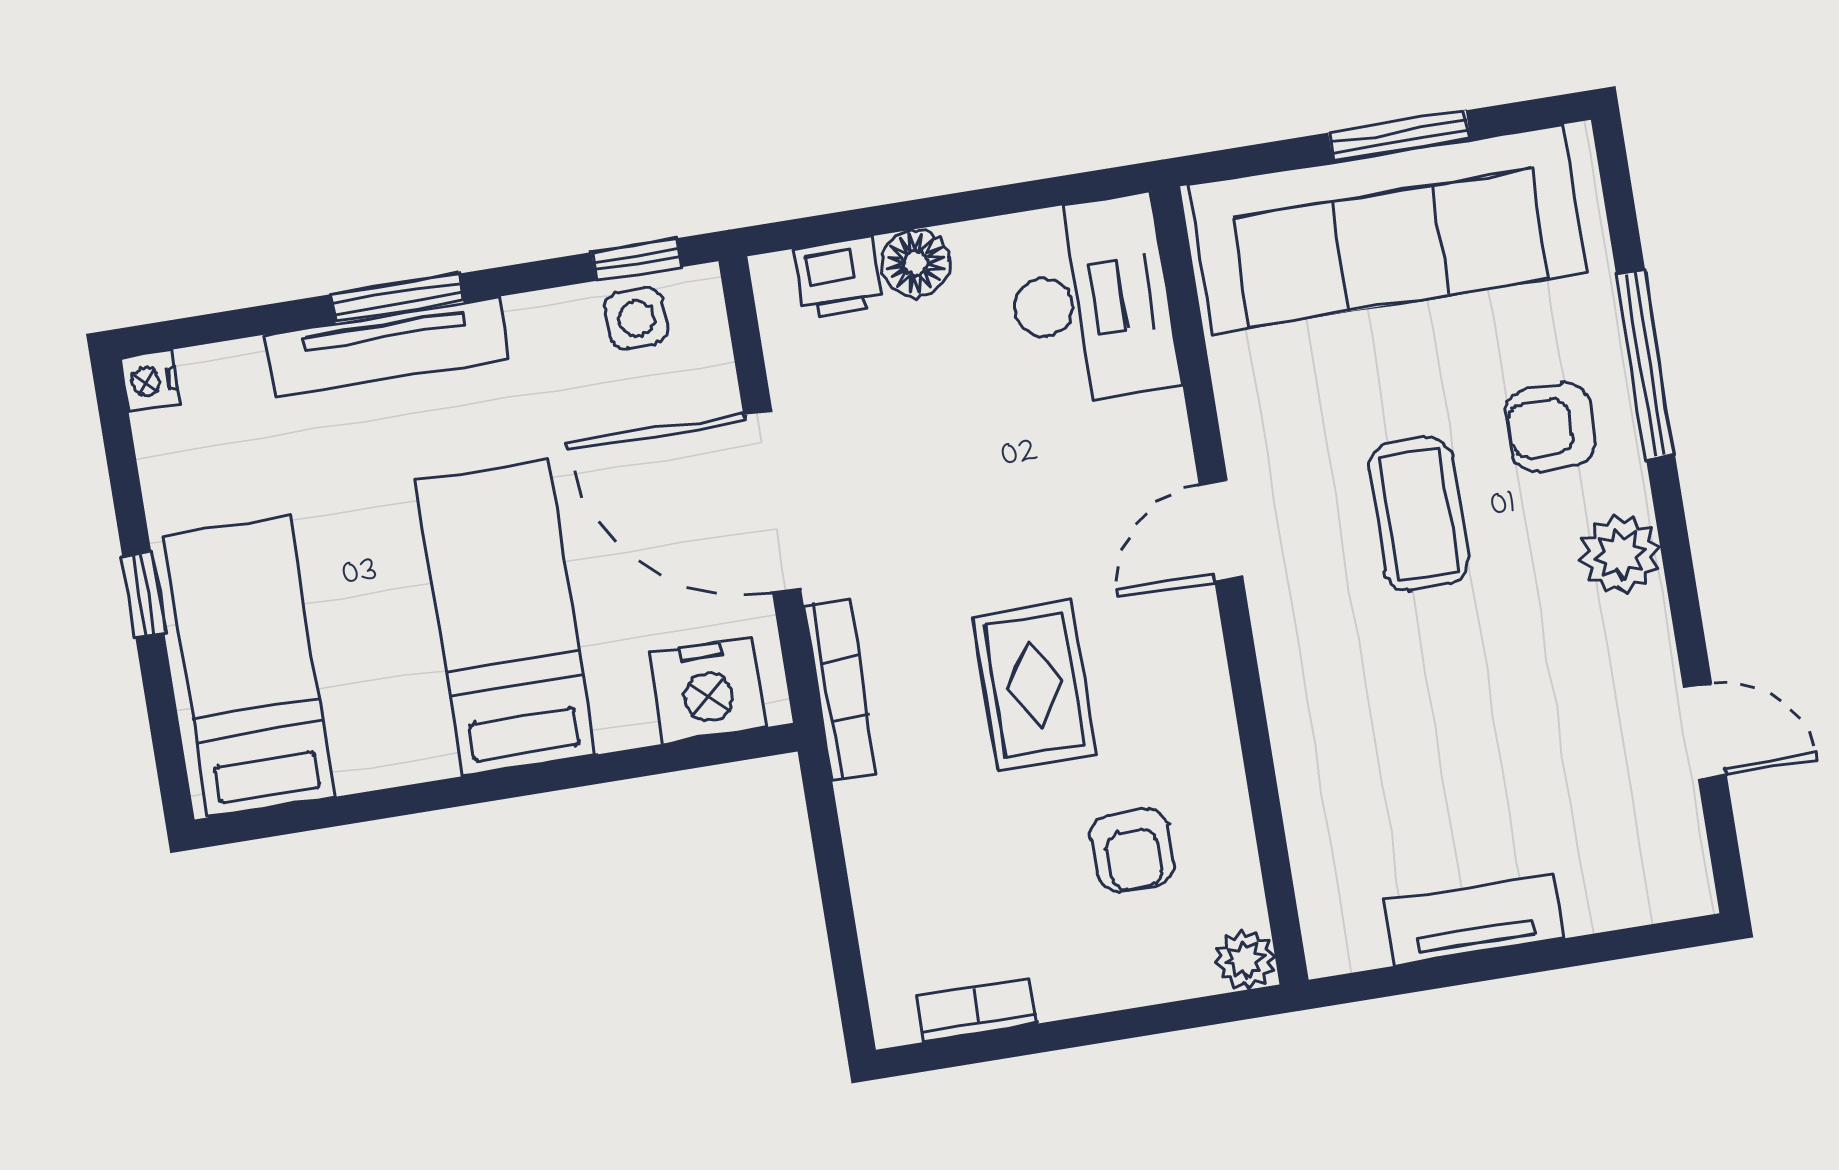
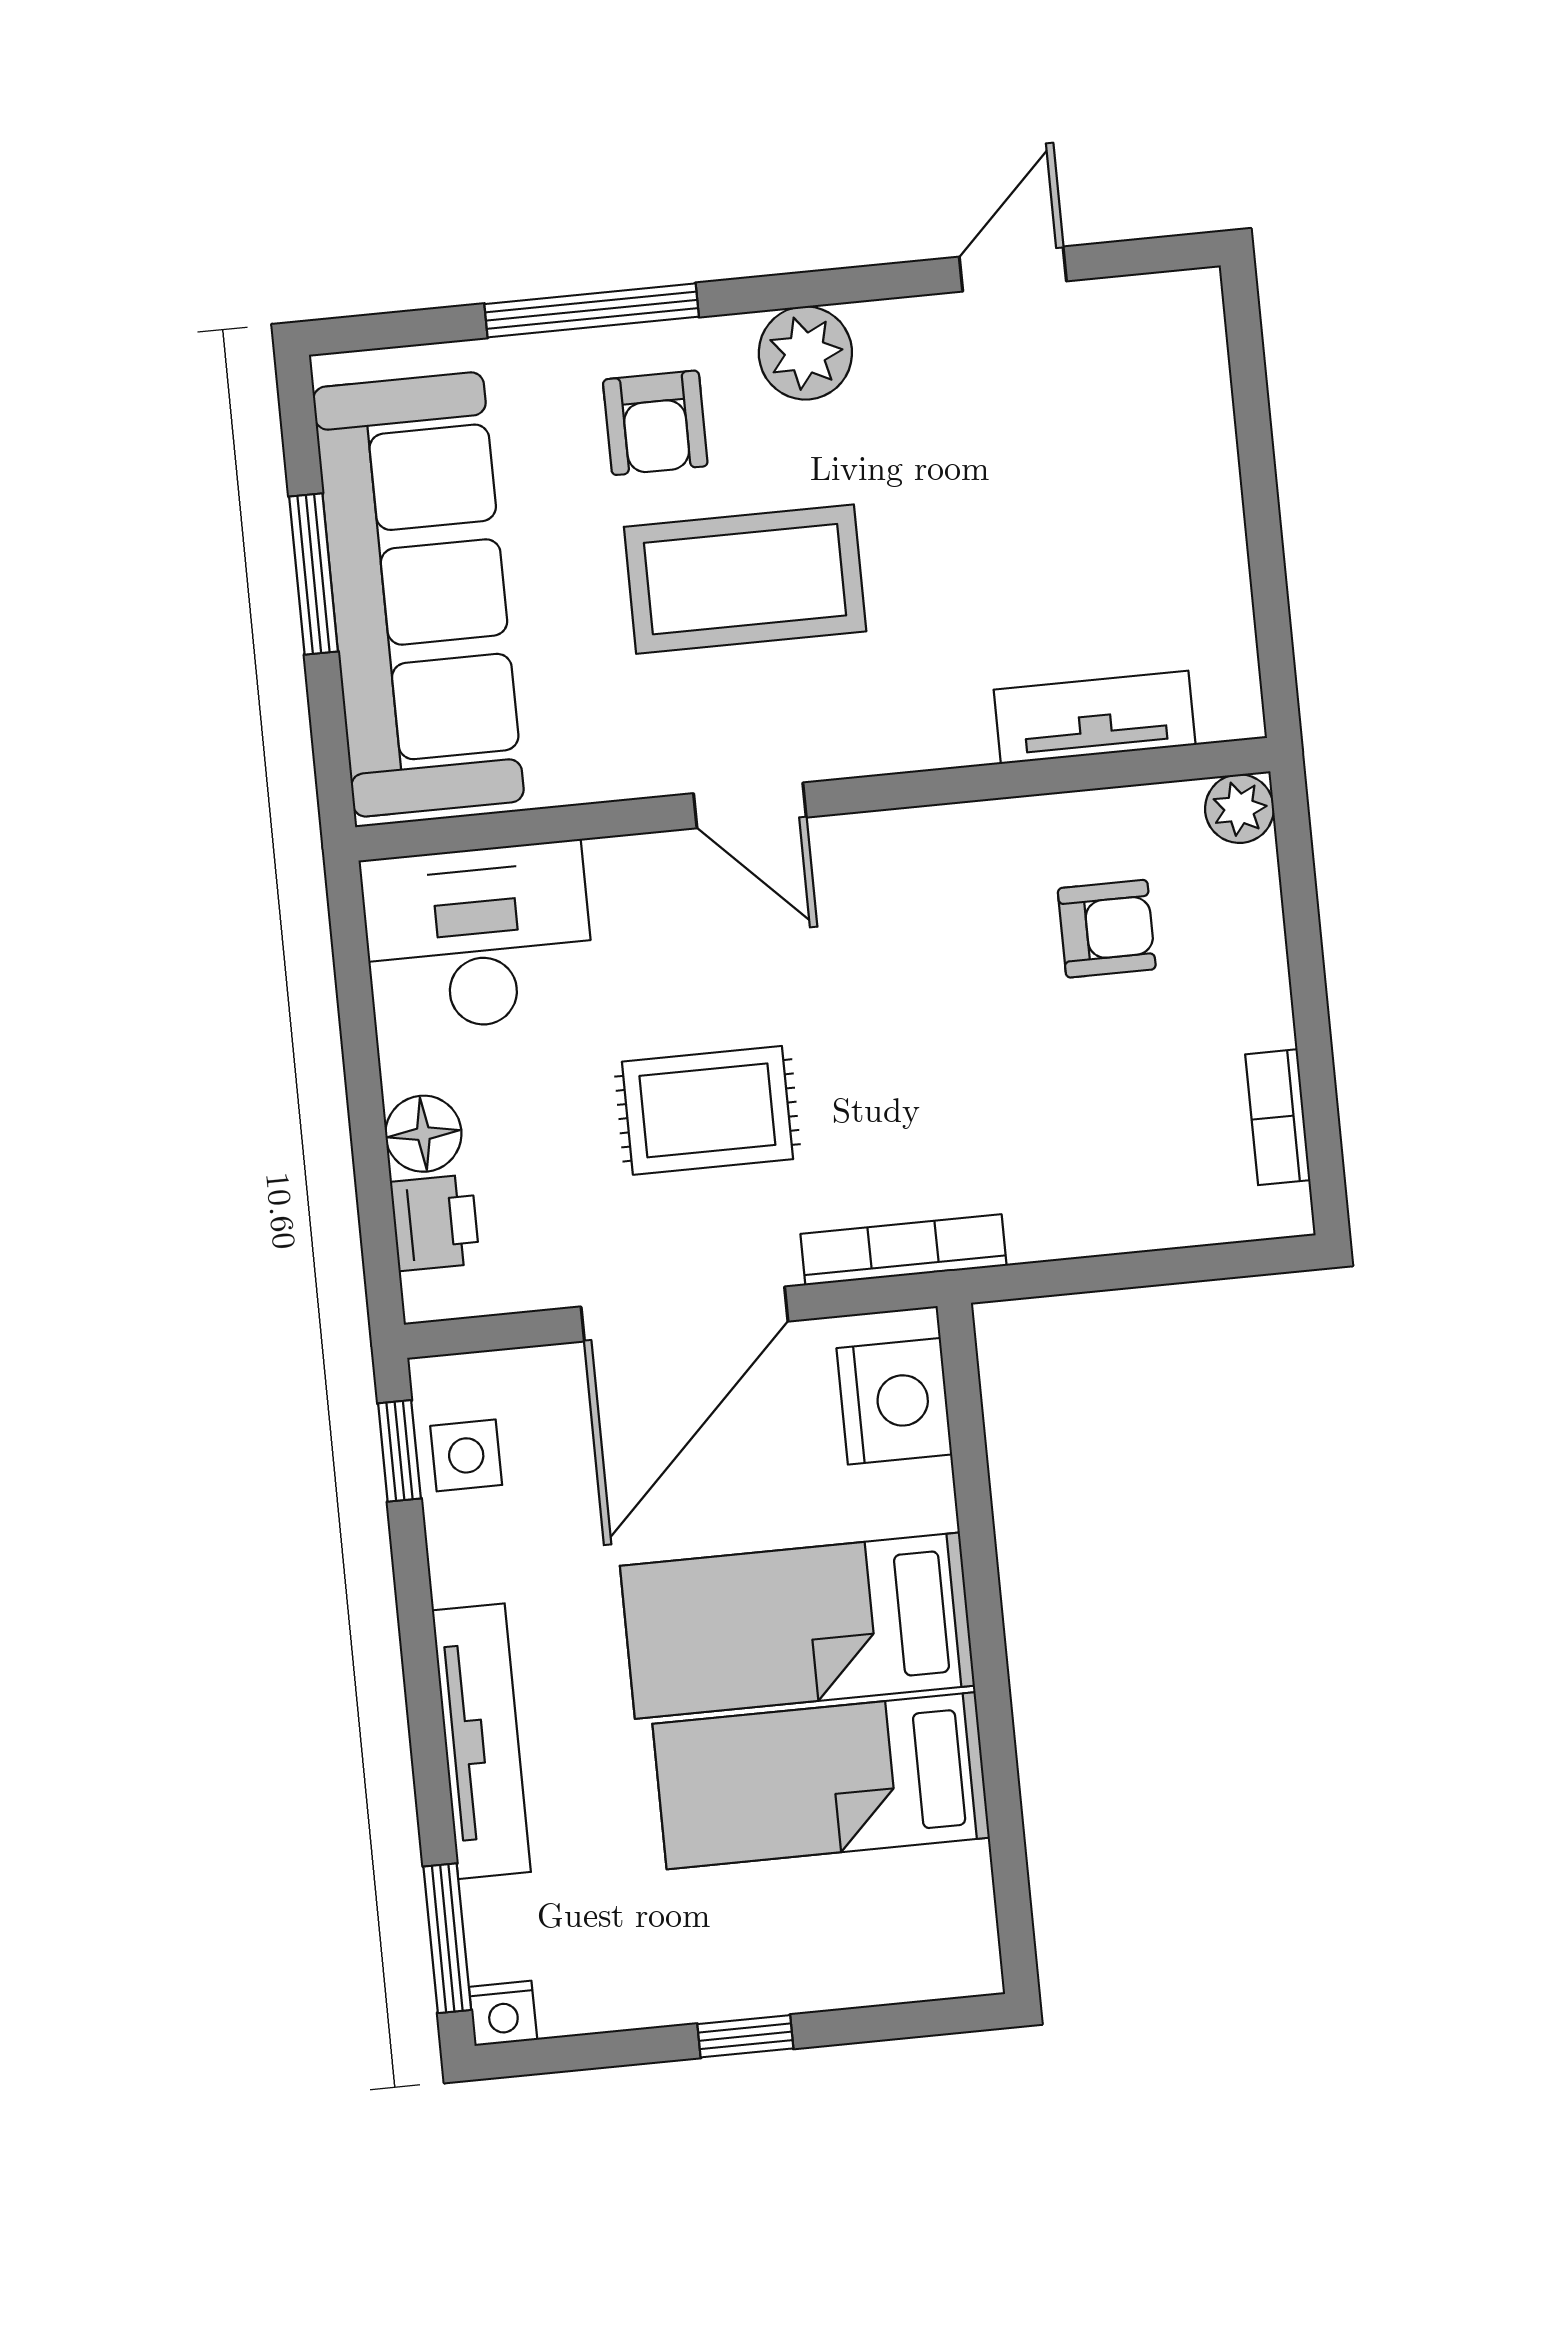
window: (397, 298) -> (447, 1938), moved
coffee table: (1419, 514) -> (745, 579), width x1.36, depth x1.32
bed: (249, 667) -> (821, 1781), moved
rug: (1035, 685) -> (707, 1110), moved
tv unit: (1474, 920) -> (1095, 717), moved, turned 90

